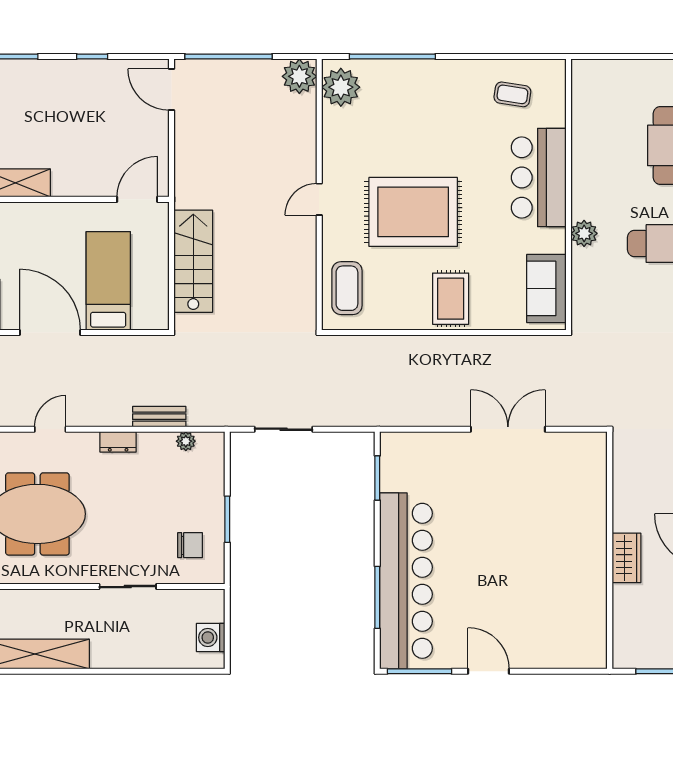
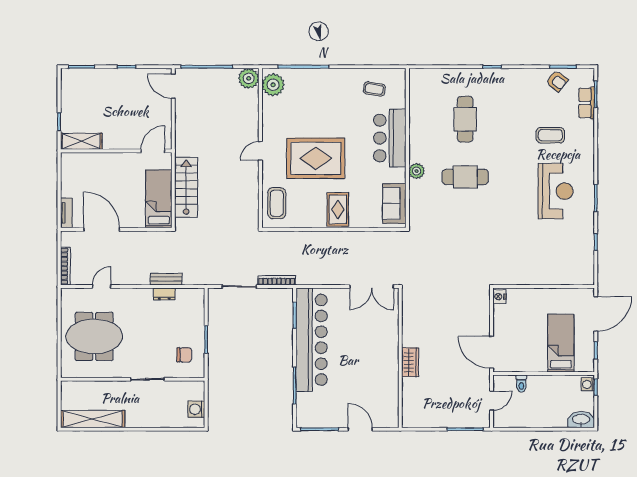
bed: (108, 281) -> (159, 199), moved
bookcase: (347, 419) -> (277, 280), added
double door: (508, 429) -> (372, 286), swing flipped
plant: (186, 441) -> (182, 294), removed
dresser: (118, 442) -> (164, 294), moved
wall: (610, 550) -> (400, 358), moved
wardrobe: (626, 558) -> (410, 362), moved
bar counter: (406, 581) -> (312, 340), moved

